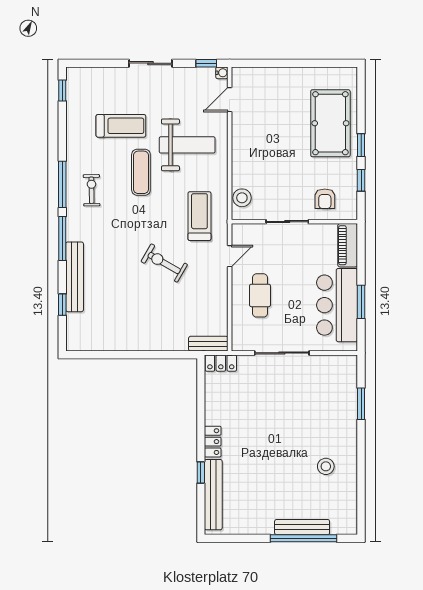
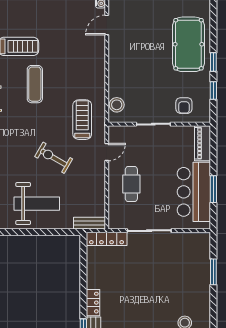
weight bench: (187, 145) -> (37, 204), moved
locker: (221, 363) -> (107, 239), width x1.53

